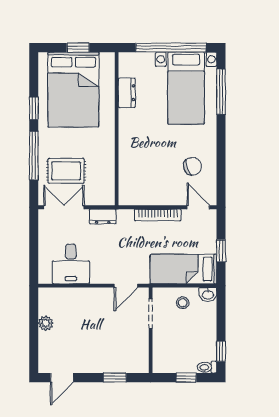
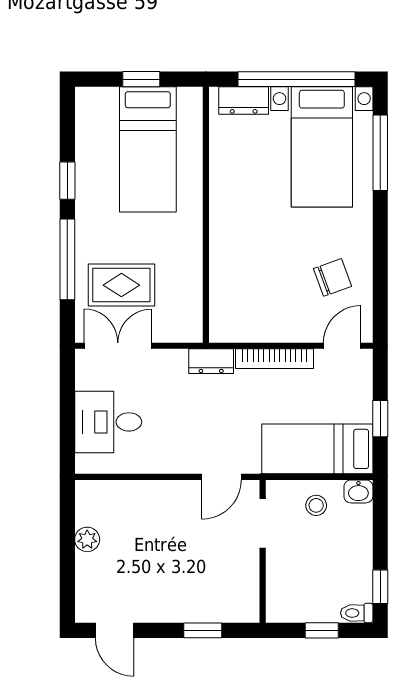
bed: (73, 90) -> (148, 149), width x0.67
dresser: (127, 93) -> (244, 100), moved, turned 90
door: (198, 207) -> (342, 346), hinge flipped
dresser: (103, 216) -> (211, 361), moved
desk: (71, 264) -> (108, 422), moved, turned 90
door: (62, 378) -> (114, 630), hinge flipped

